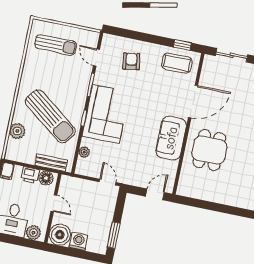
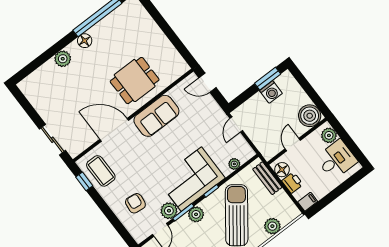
armchair: (131, 61) -> (135, 203), turned 106
plant: (102, 77) -> (169, 211), added
plant: (80, 91) -> (196, 214), added
washing machine: (79, 241) -> (271, 92), moved, turned -90

